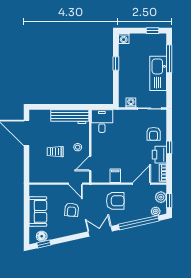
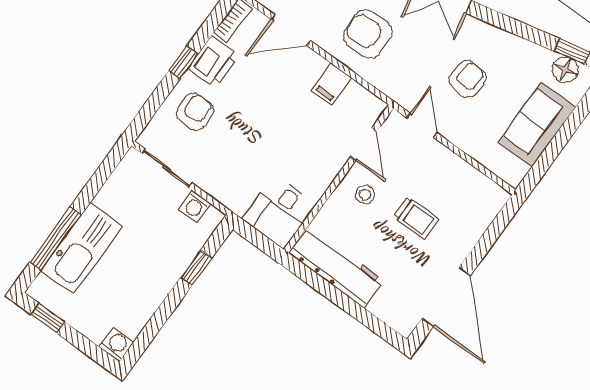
window: (116, 64) -> (196, 268), moved
kitchen sink: (158, 73) -> (82, 248), moved
door: (90, 163) -> (364, 144), hinge flipped

